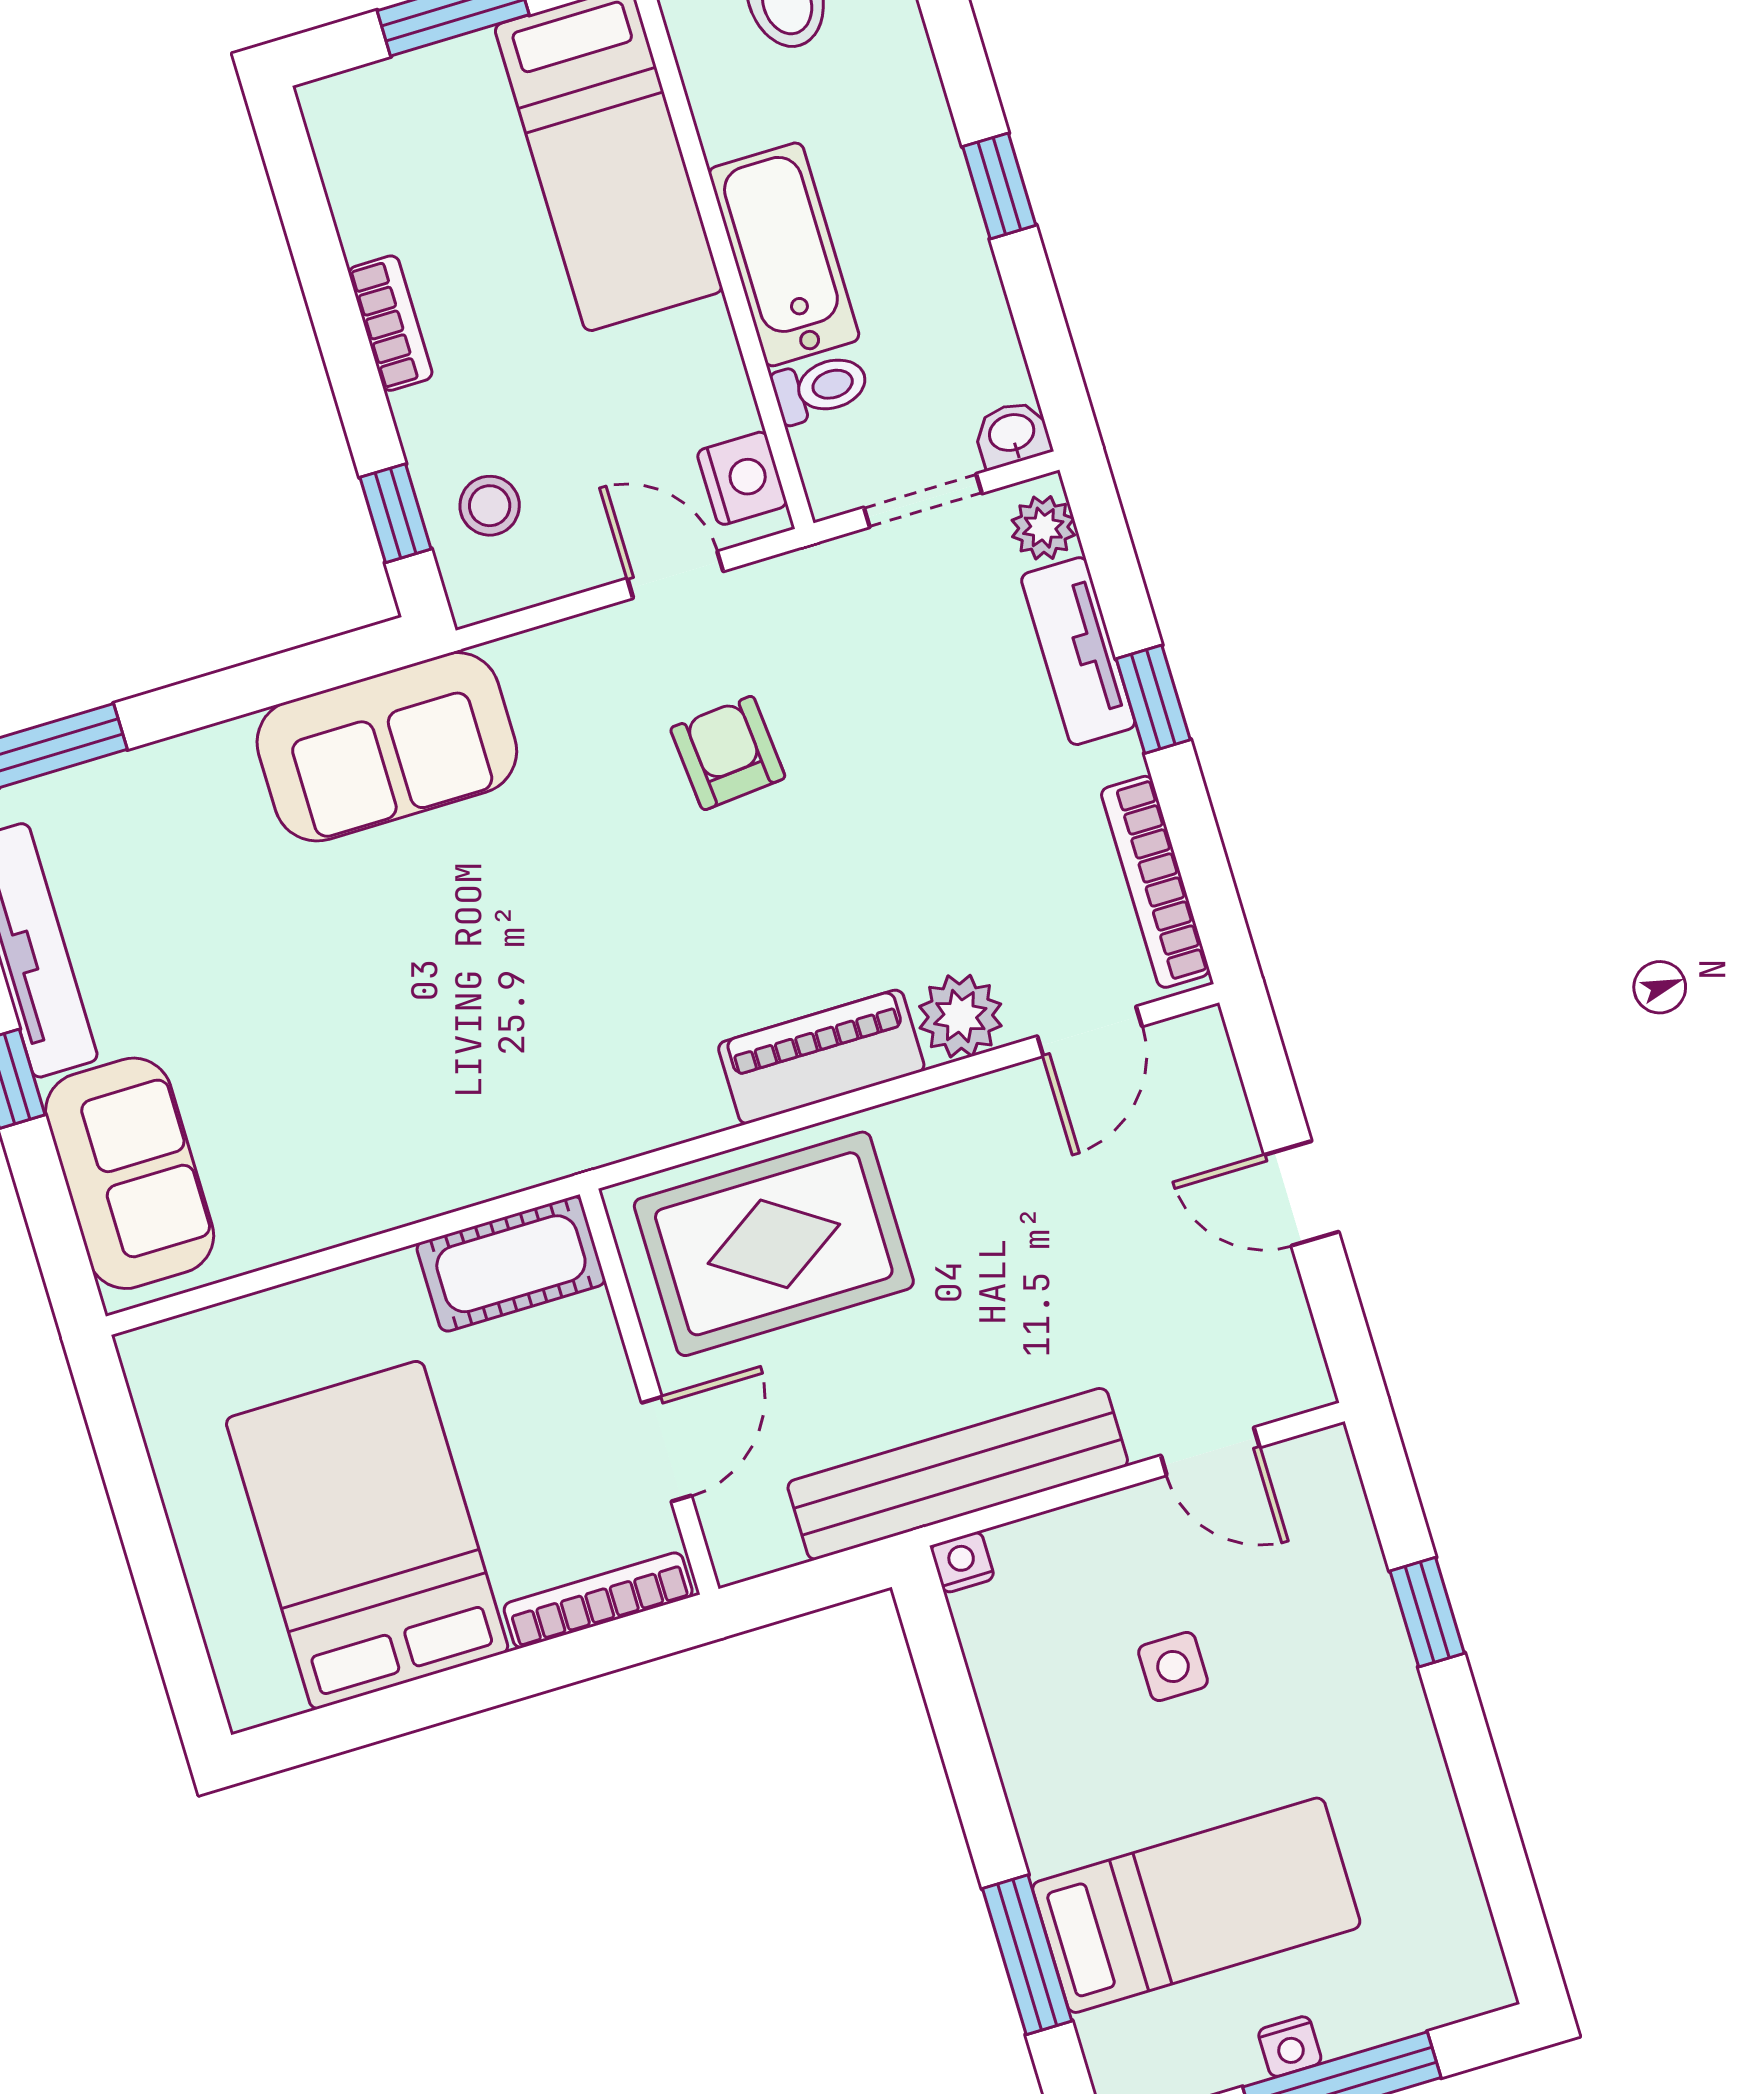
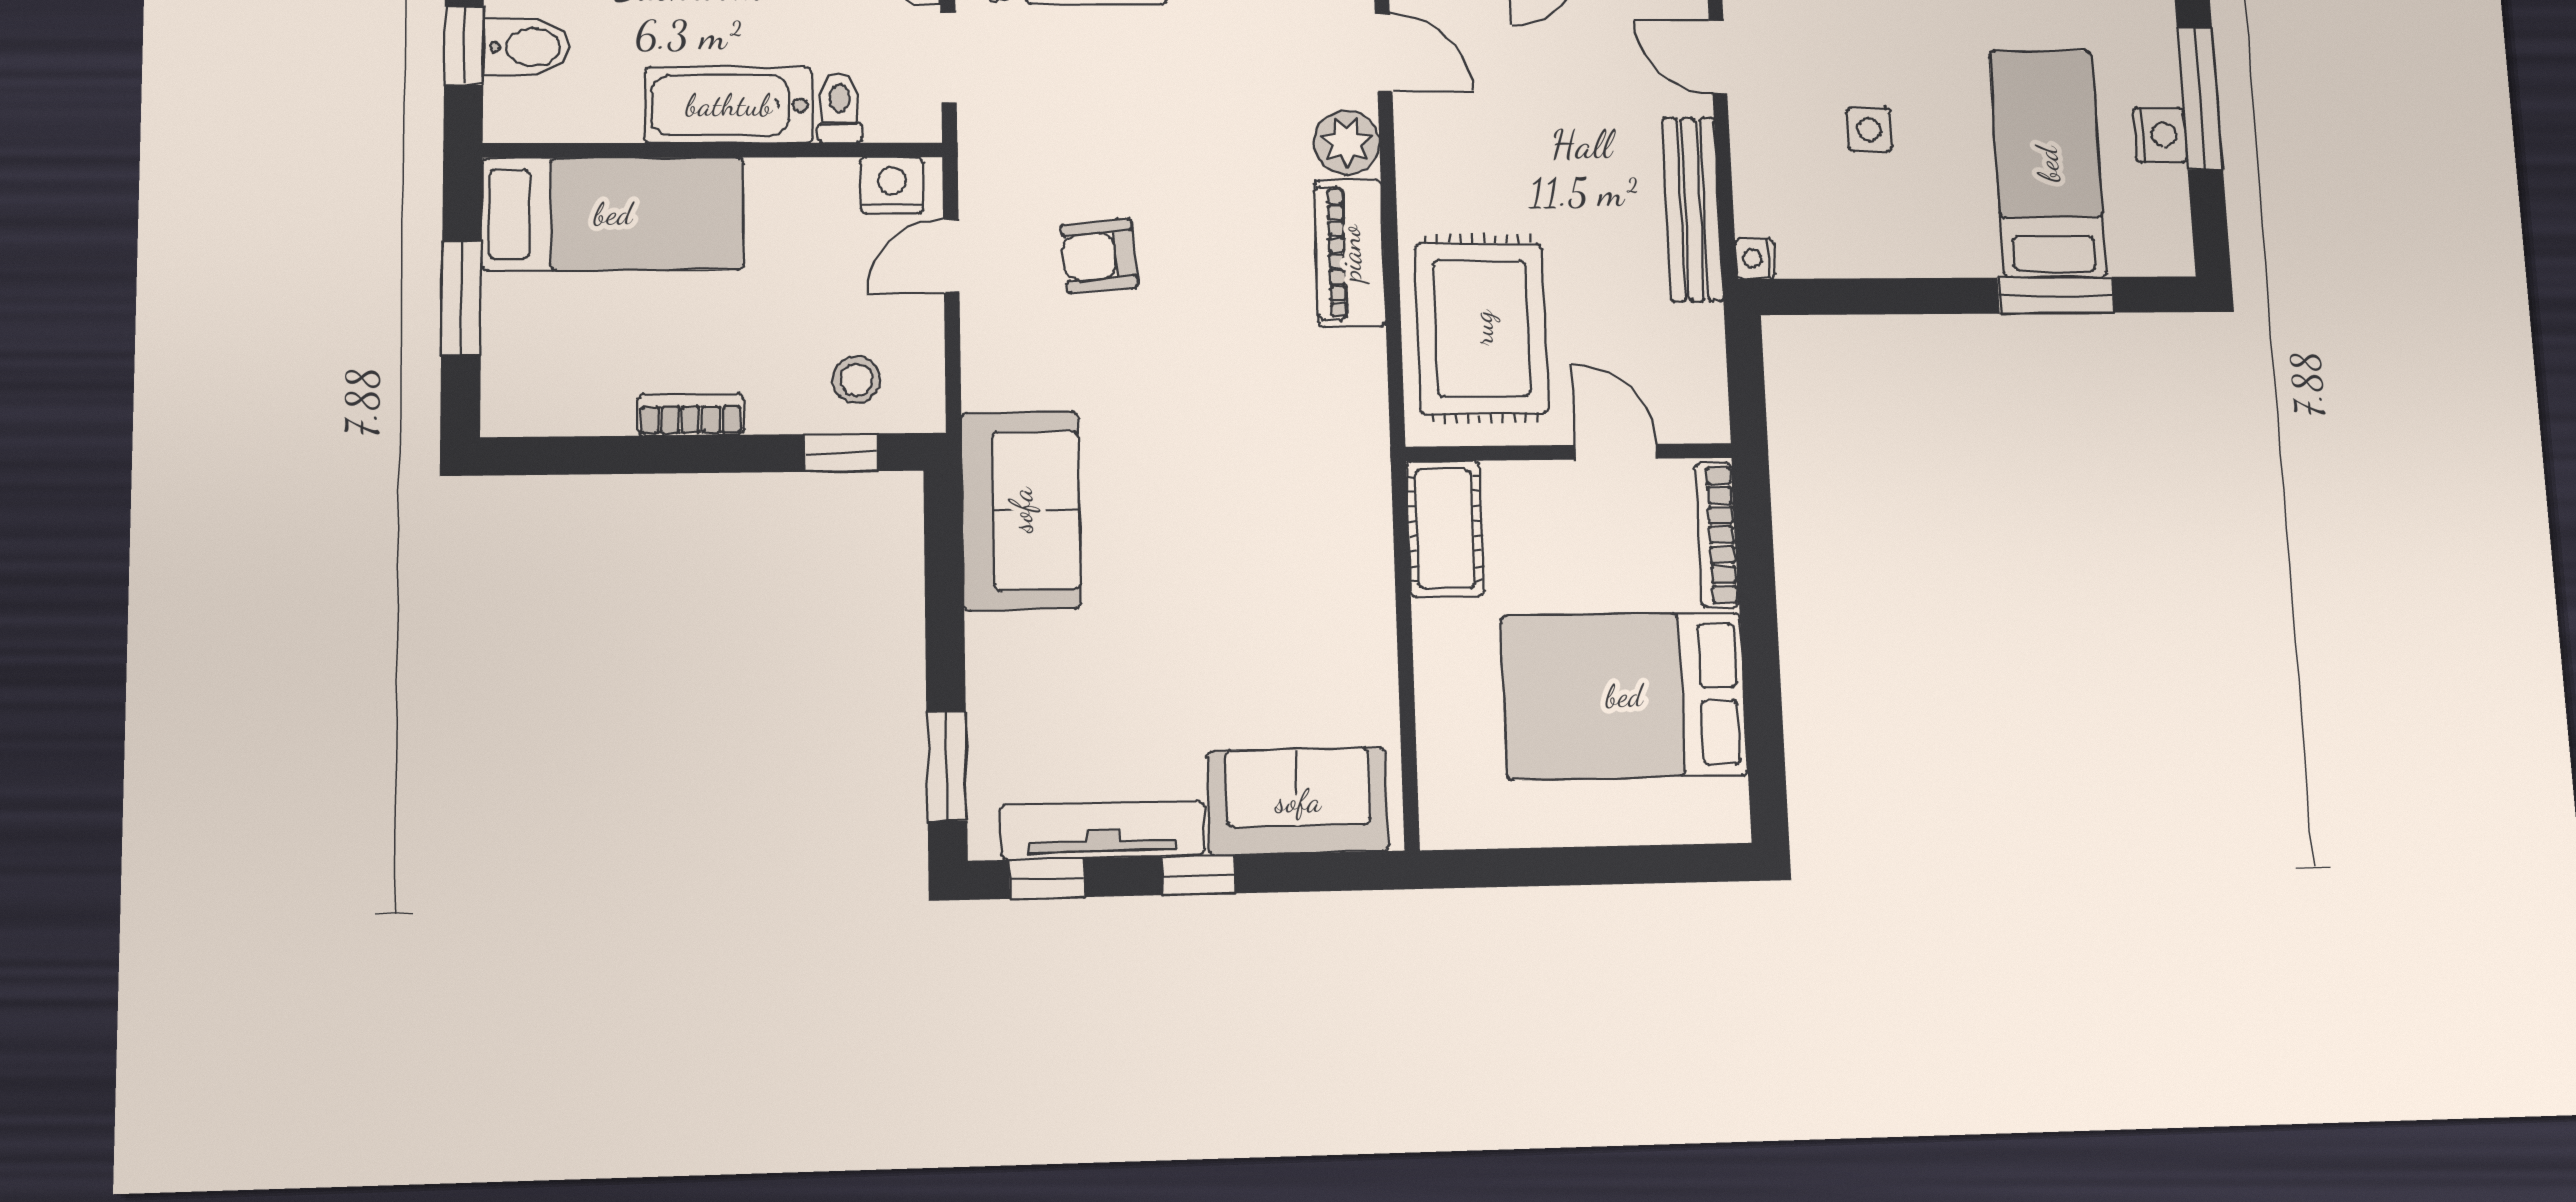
door: (1210, 1451) -> (1718, 57), swing flipped
bench: (958, 1474) -> (1693, 209), width x0.73, depth x0.82
nightstand: (1290, 2047) -> (2160, 135), width x1.39, depth x1.35

